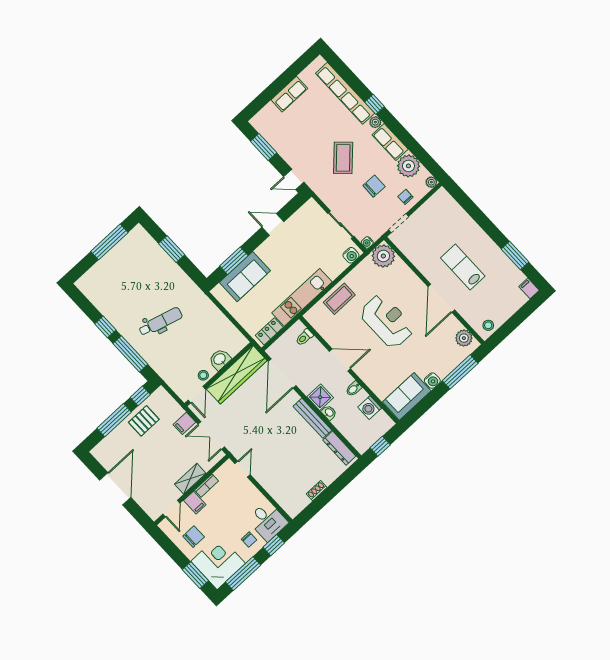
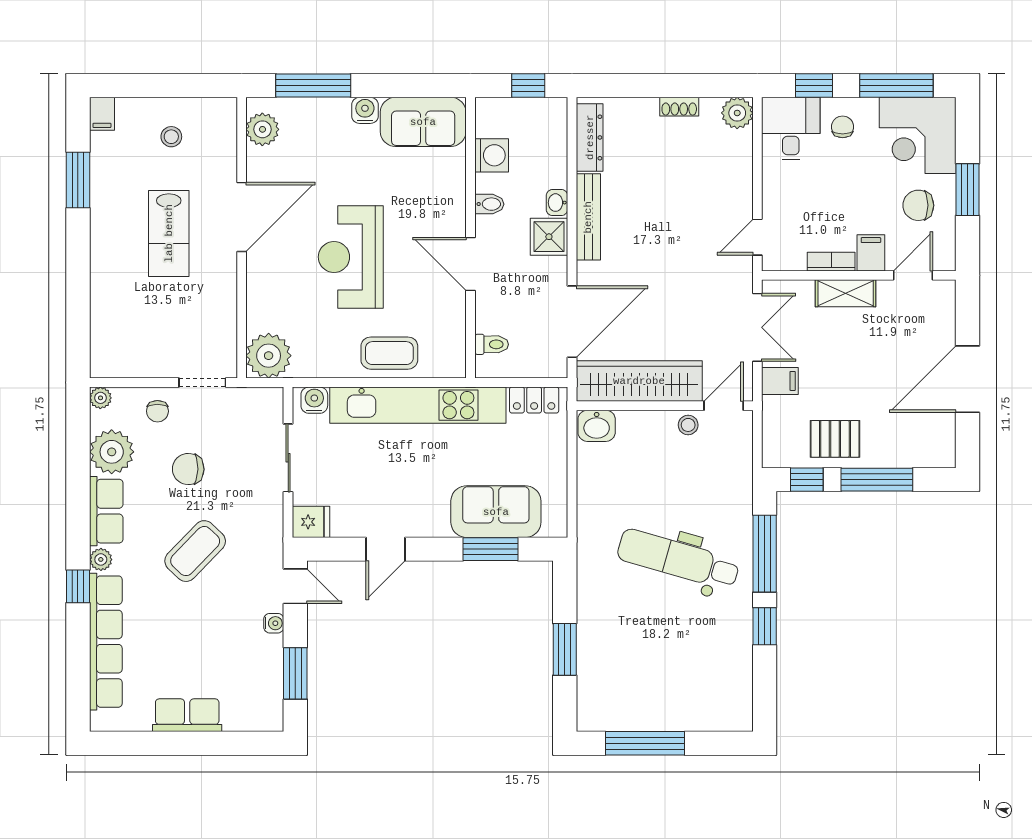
fridge: (310, 209) -> (311, 522), added
door: (273, 224) -> (386, 549), hinge flipped
water cooler: (367, 242) -> (274, 623), moved
kitchen unit: (302, 297) -> (418, 405), width x1.36
dental chair: (161, 322) -> (678, 559), width x1.36, depth x1.38
stool: (488, 325) -> (171, 137), moved
washbasin: (220, 359) -> (597, 426), moved
plant: (293, 508) -> (737, 113), added
window: (195, 575) -> (967, 190), moved

